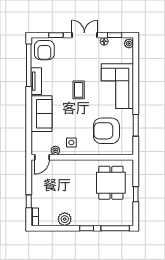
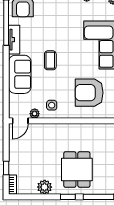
coffee table: (79, 90) -> (50, 60), moved
dining table: (111, 183) -> (77, 170), moved

